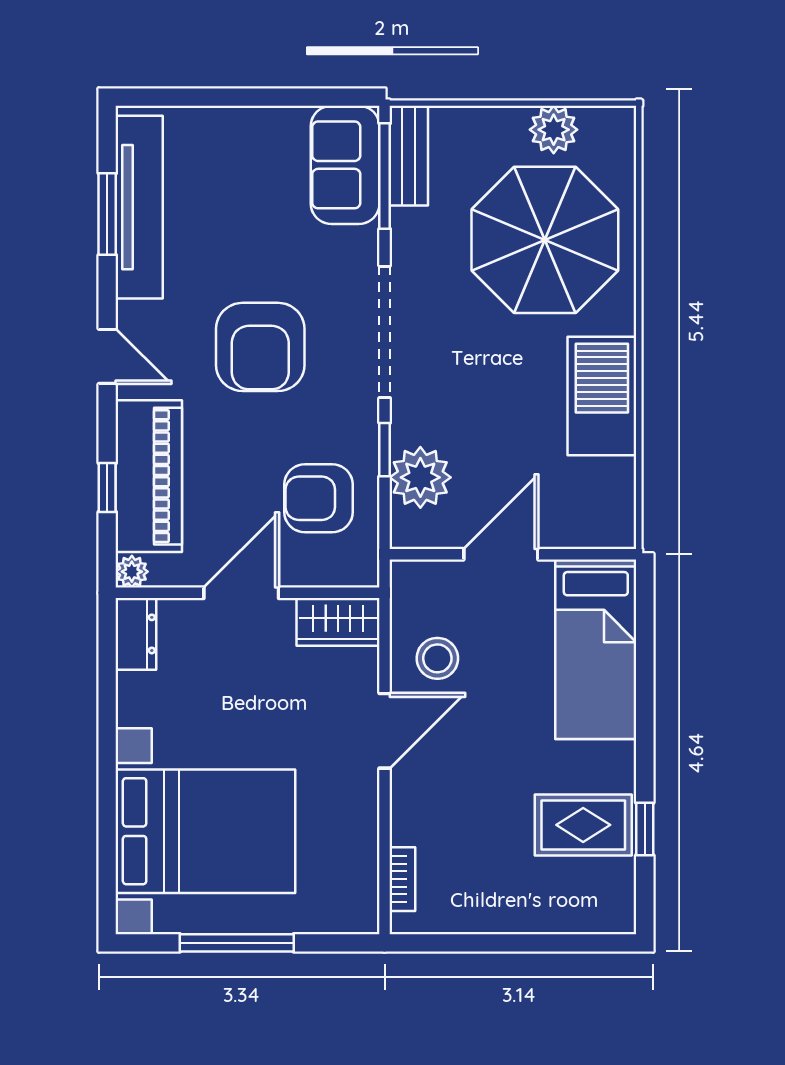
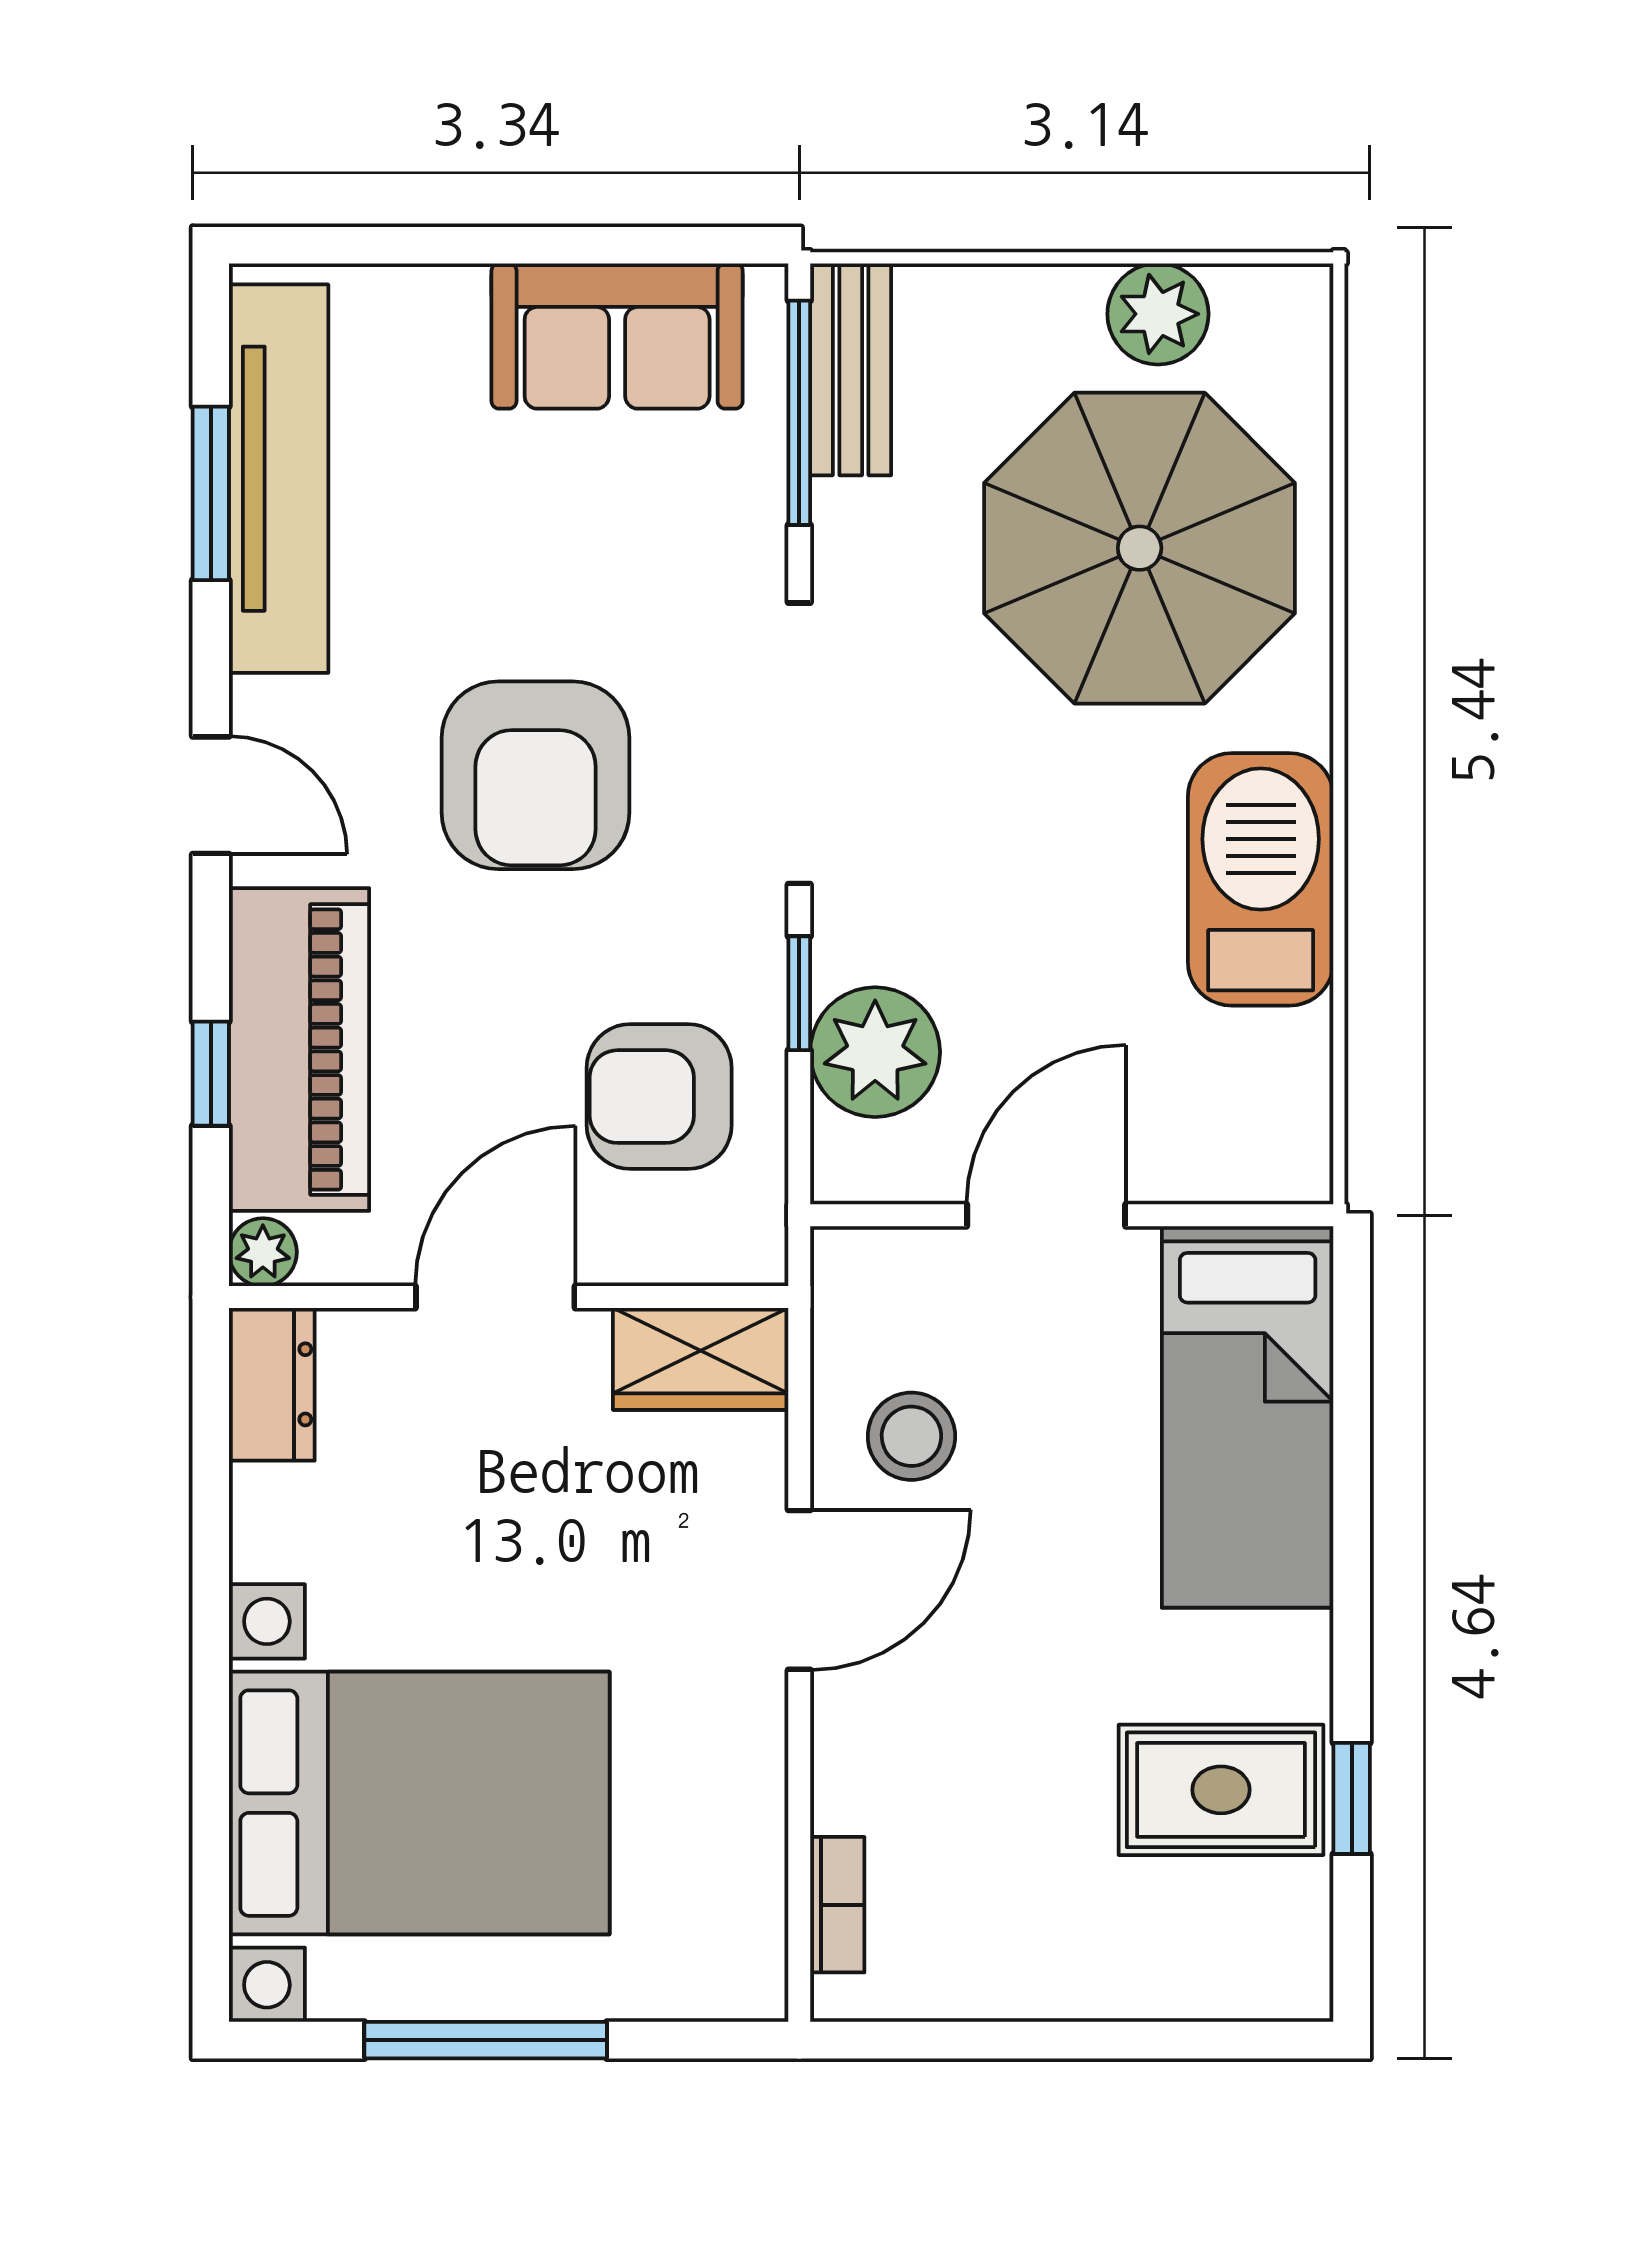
sofa: (345, 165) -> (617, 336), moved, turned -90

